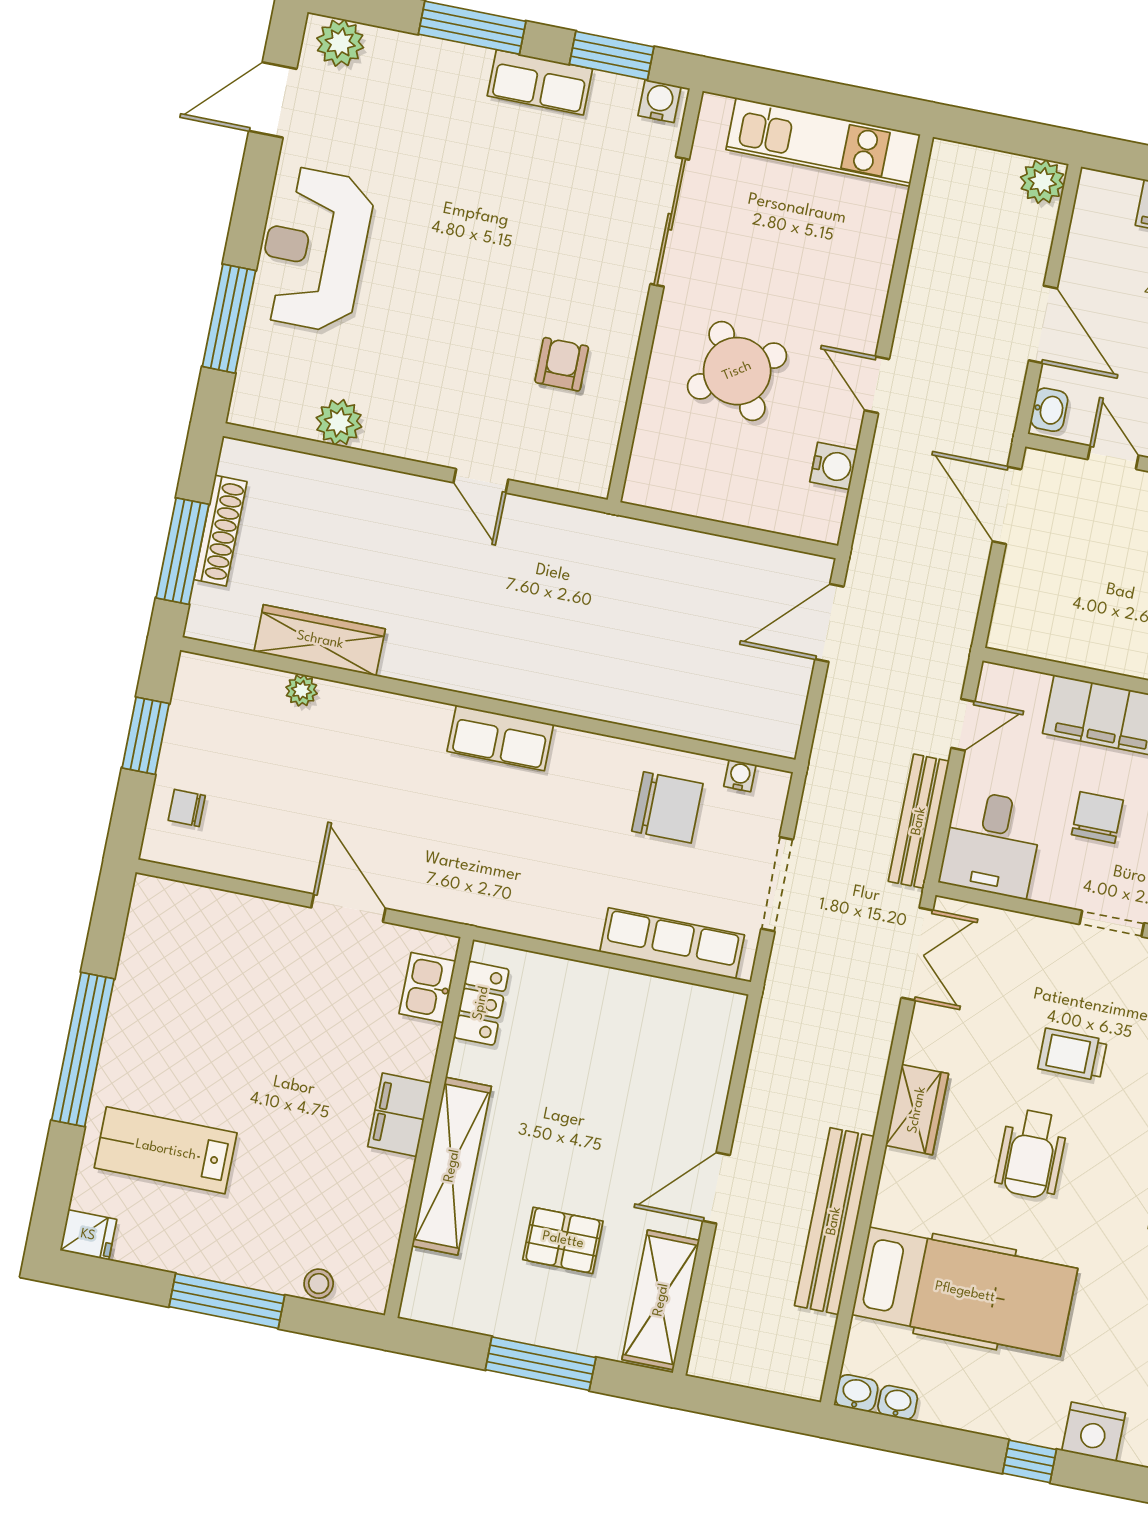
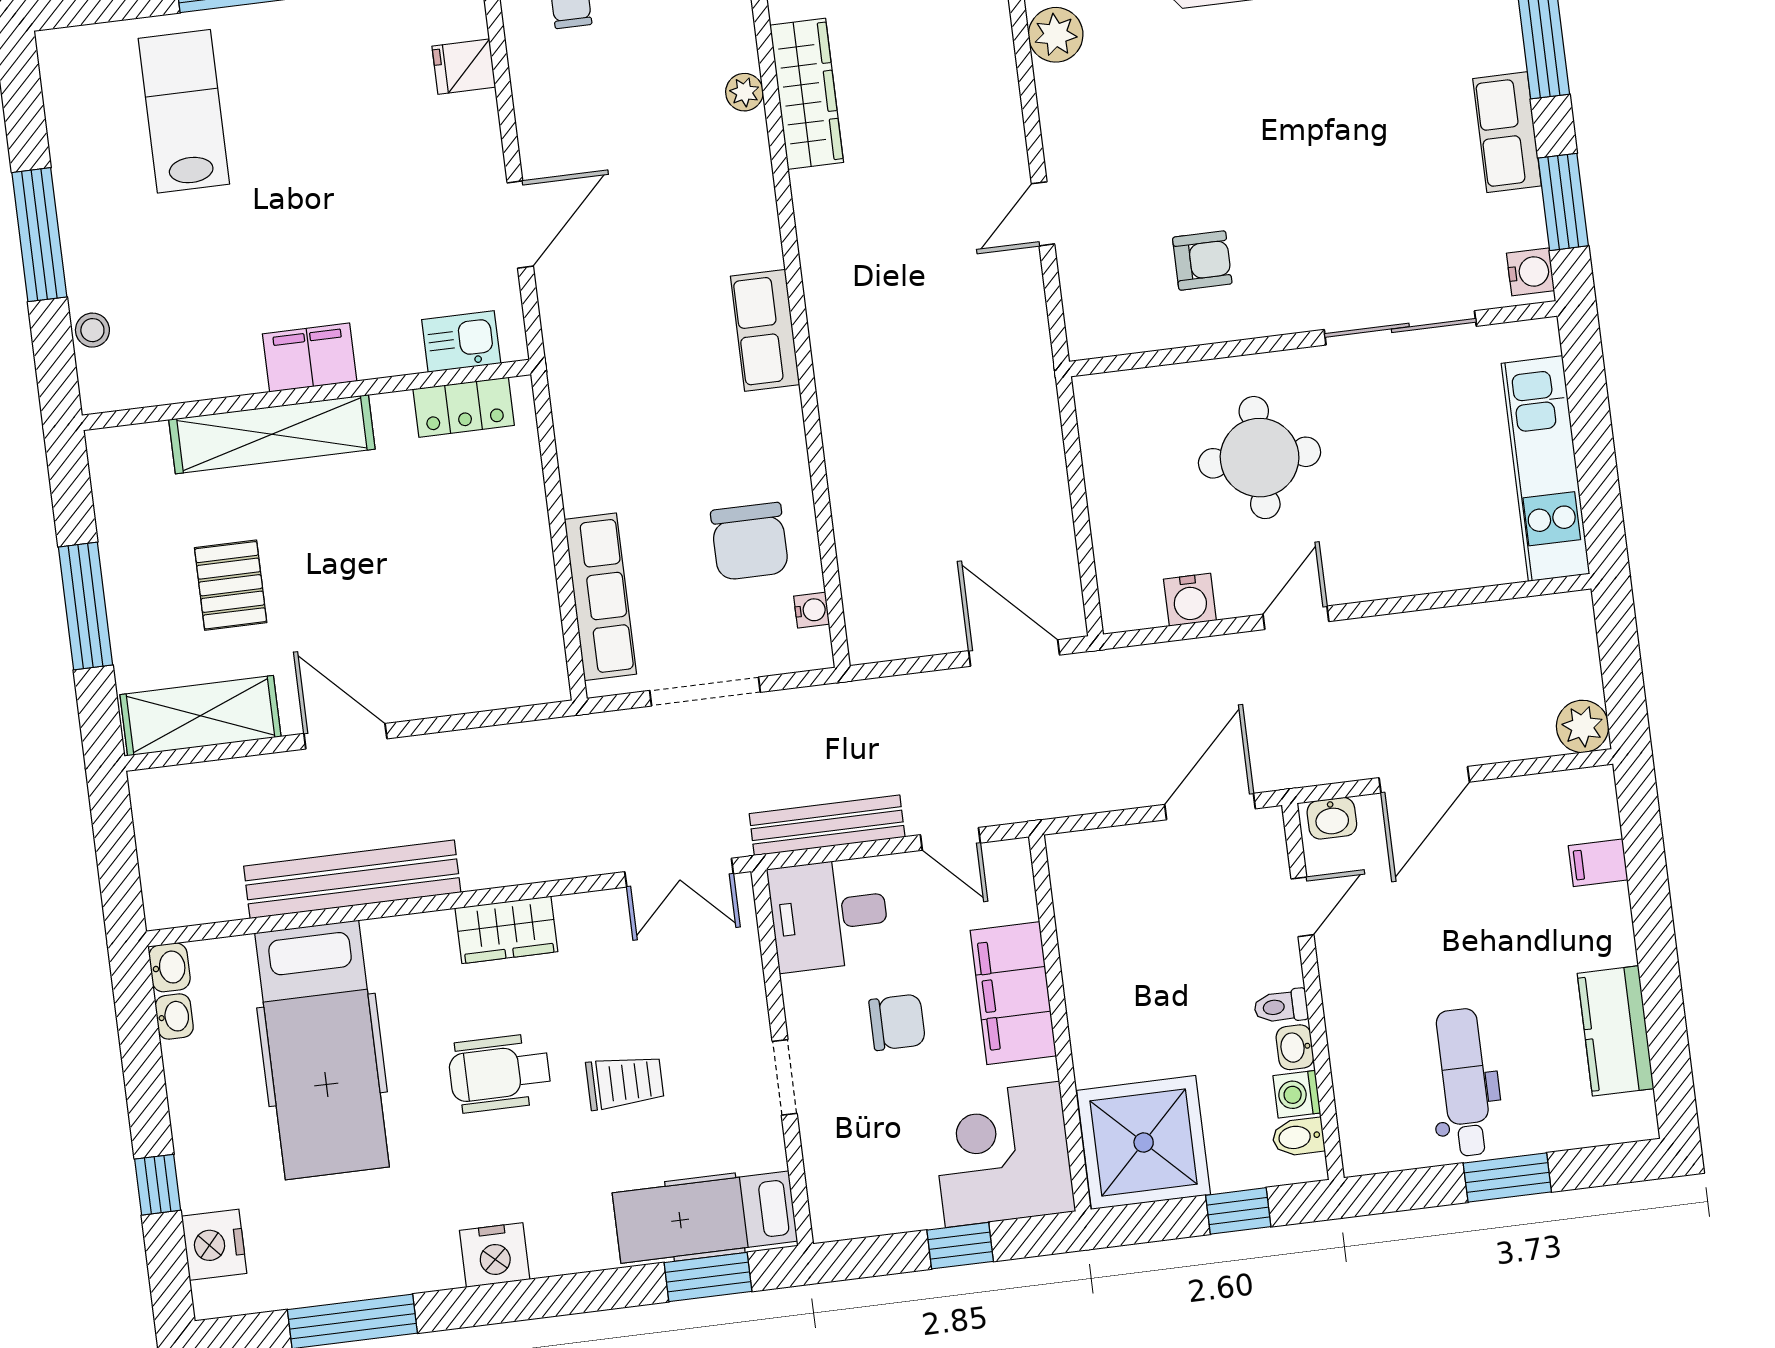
round table: (737, 371) -> (1260, 458), turned 34
trolley: (1072, 1054) -> (625, 1082), turned 90
fridge: (88, 1235) -> (464, 67), moved, turned 90

